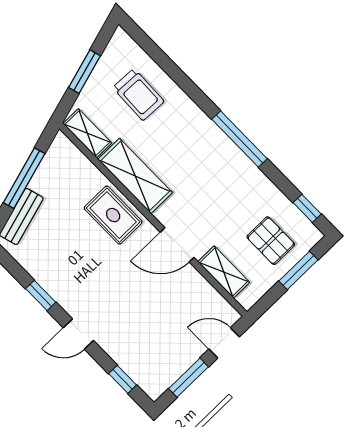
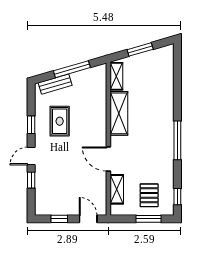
trolley: (138, 95) -> (153, 81), removed
rug: (113, 215) -> (60, 121), moved
door: (78, 334) -> (31, 156), hinge flipped
window: (188, 378) -> (59, 219), width x0.67
window: (123, 379) -> (31, 180), moved

